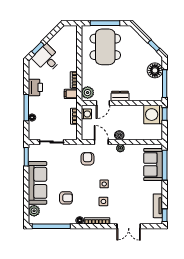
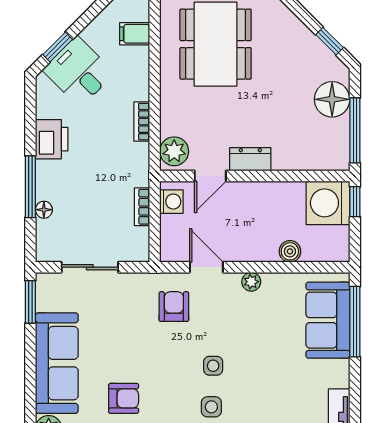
filing cabinet: (71, 94) -> (135, 34), moved
boiler: (119, 135) -> (290, 251), moved

